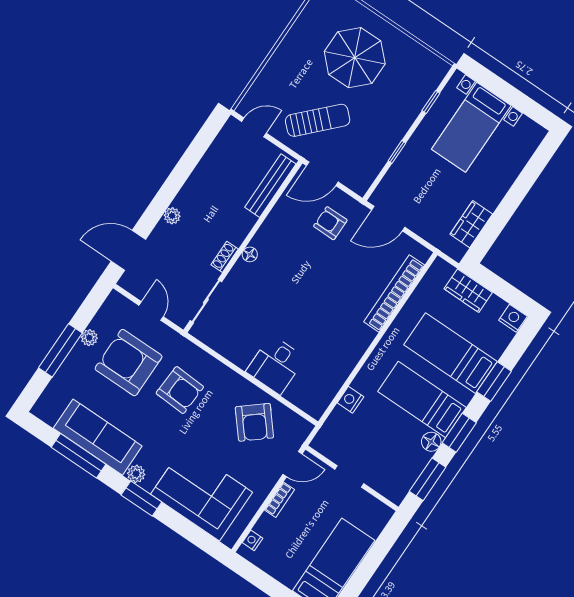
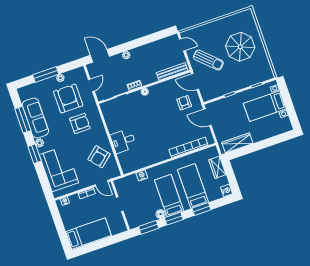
wardrobe: (471, 224) -> (237, 143), width x1.50
armchair: (180, 390) -> (80, 123), turned -93

